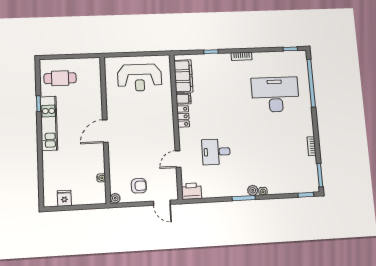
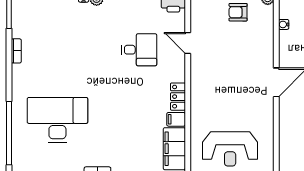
reception desk: (140, 78) -> (230, 149), turned 180
desk: (275, 95) -> (57, 120), turned 180
door: (178, 159) -> (188, 43), swing flipped

